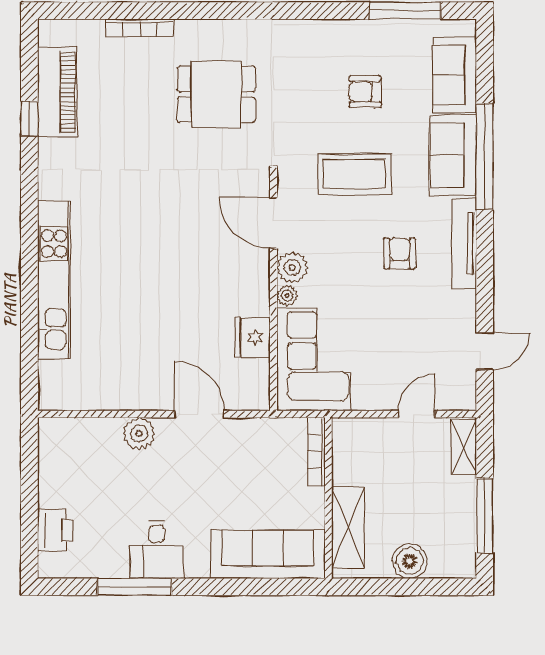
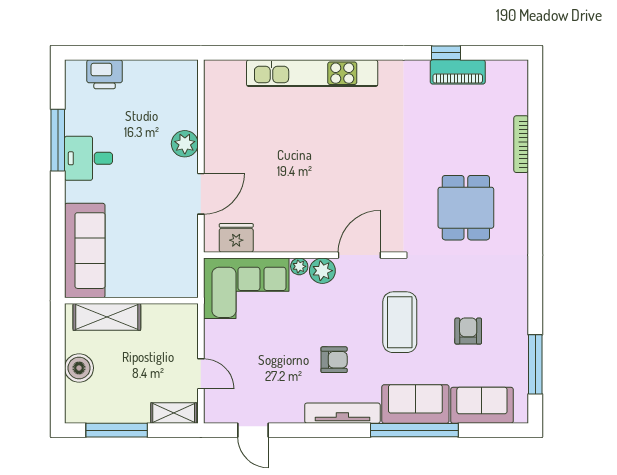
piano: (57, 92) -> (458, 72), width x0.73, depth x0.75
fridge: (253, 337) -> (236, 238), moved
bookcase: (316, 451) -> (170, 291), removed

